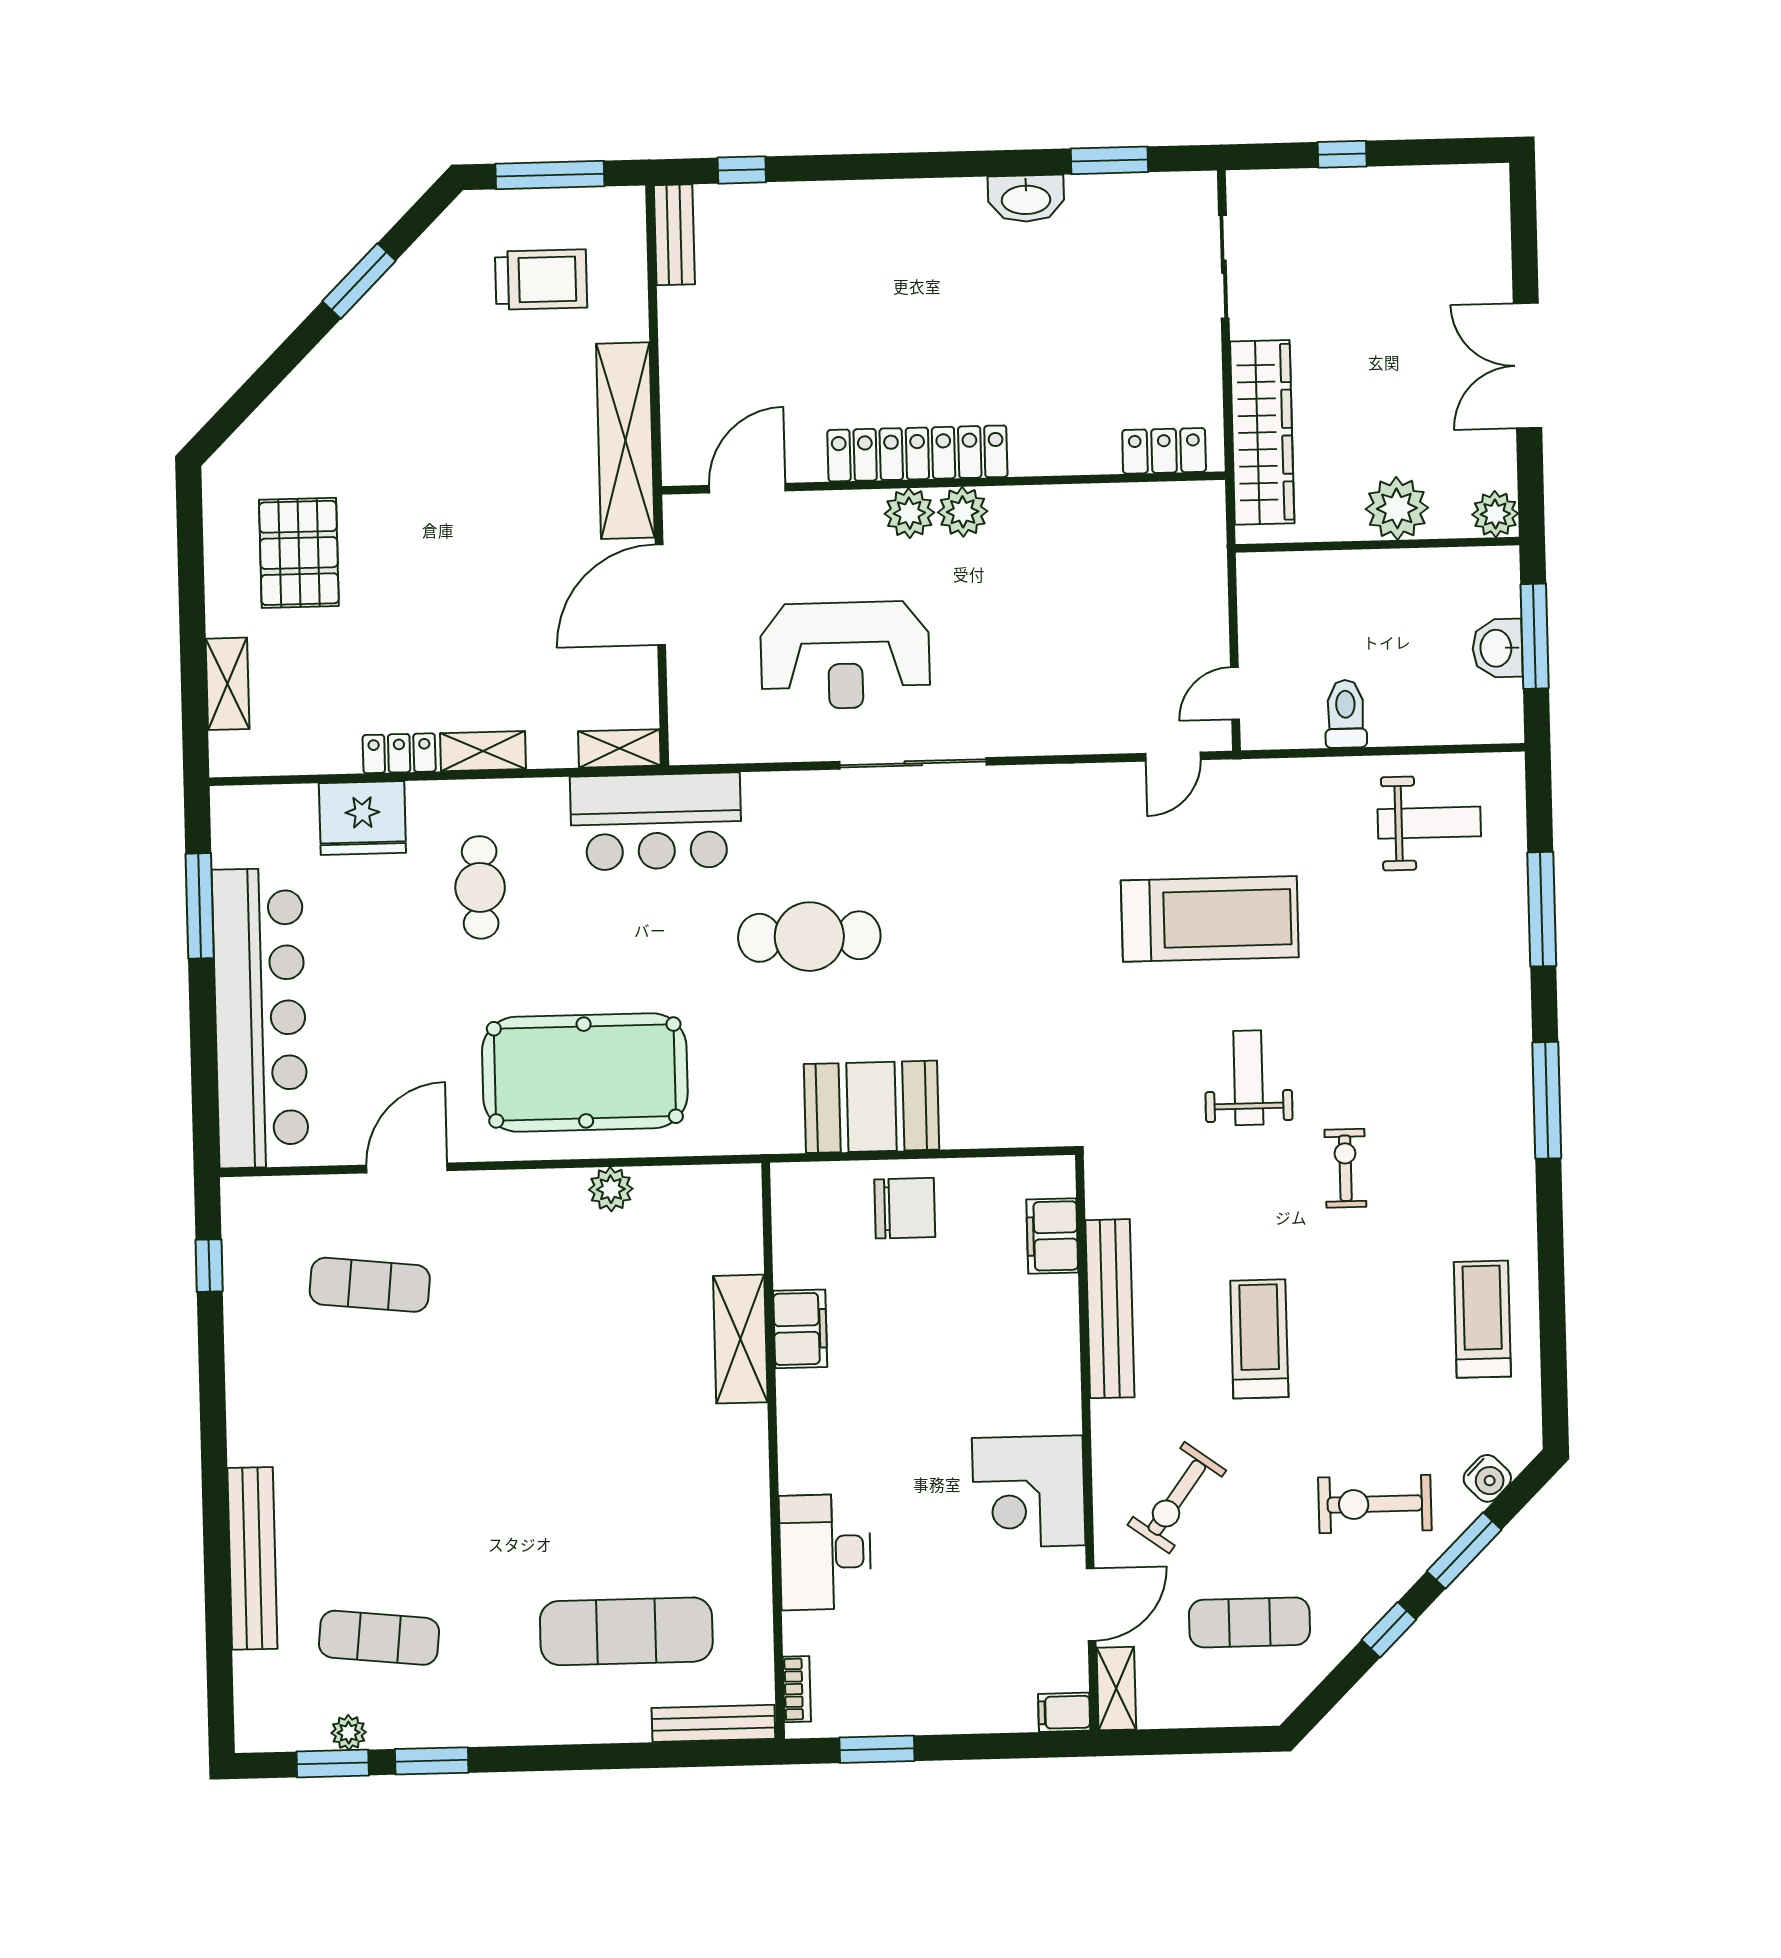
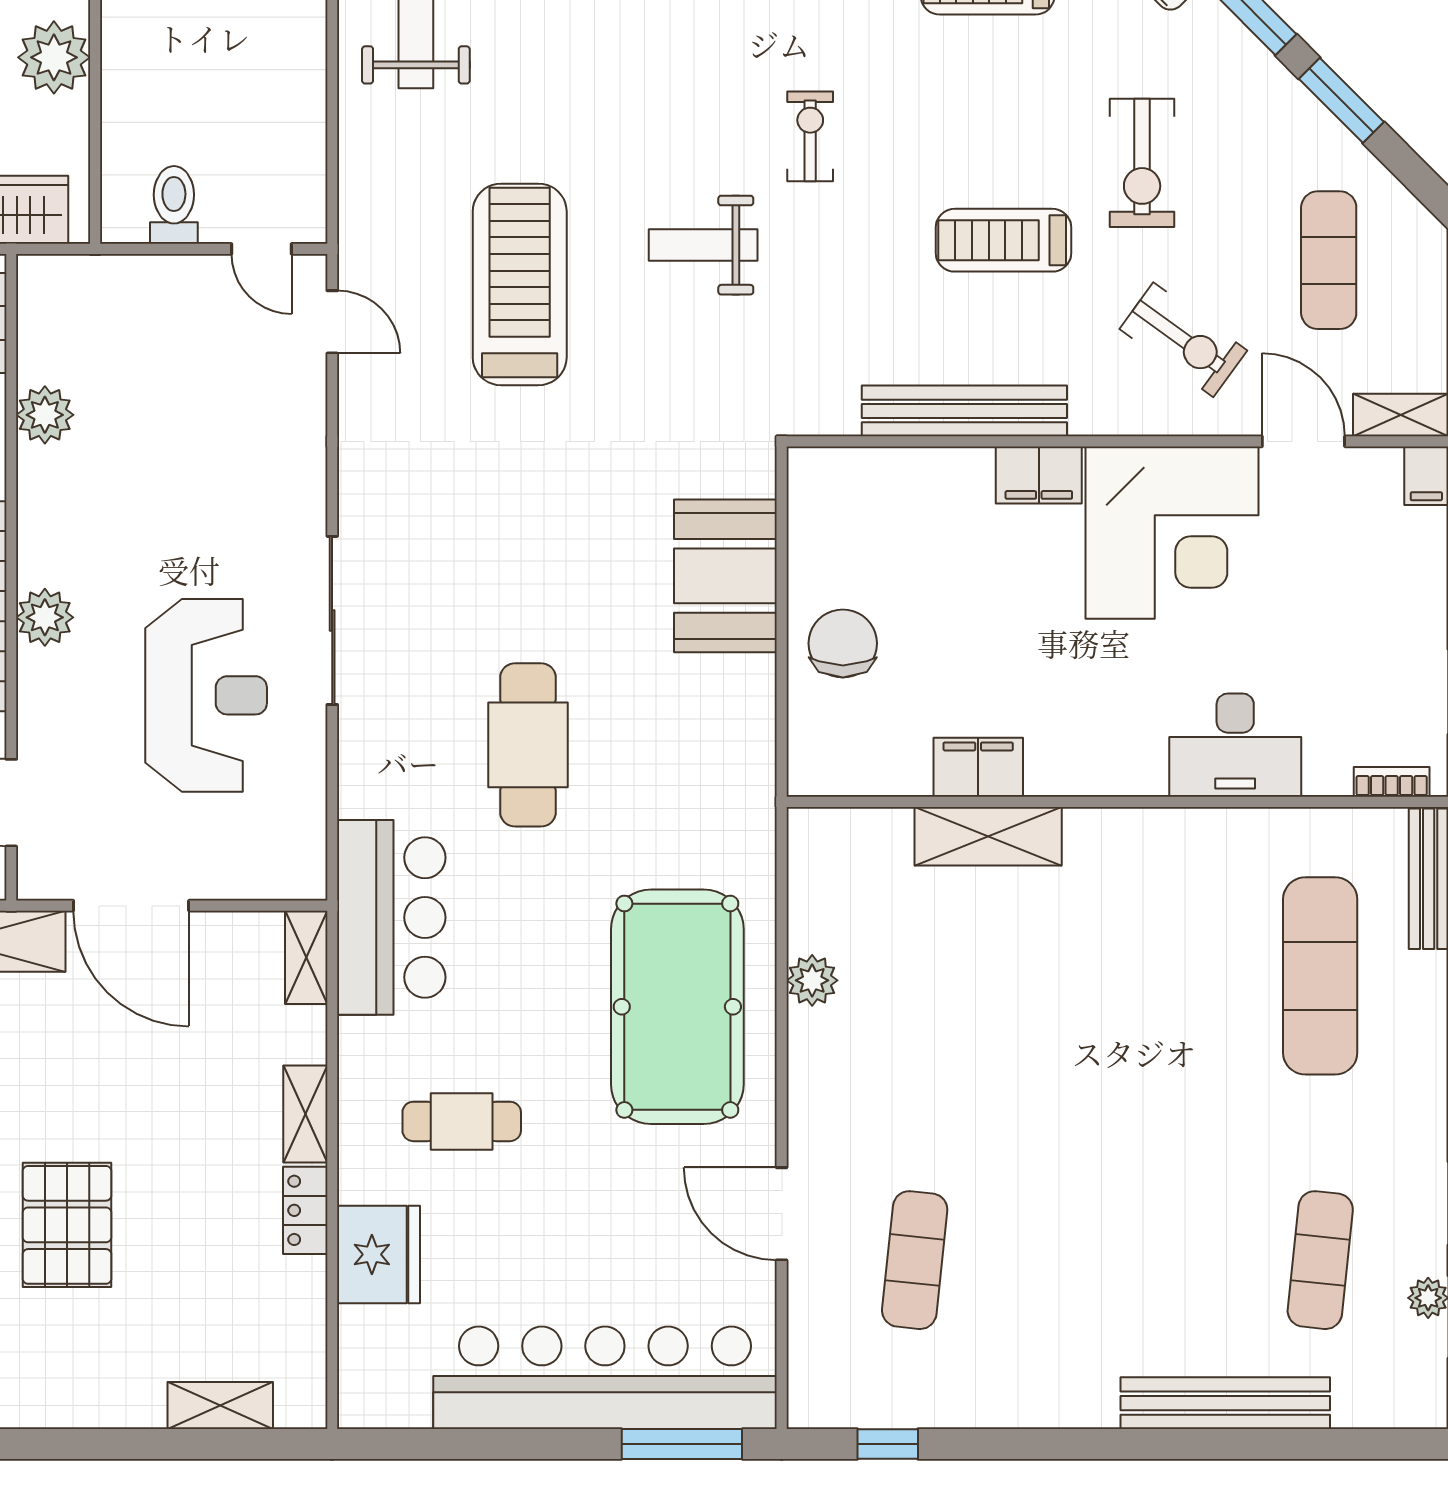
plant: (963, 512) -> (45, 415), moved
pallet: (299, 553) -> (67, 1225), moved, turned 90
toilet: (1346, 714) -> (174, 205), moved, turned 90
window: (200, 906) -> (682, 1444), moved
booth: (871, 1107) -> (725, 576), moved
exercise bike: (1345, 1168) -> (810, 136), turned 90
filing cabinet: (1052, 1236) -> (1039, 475), moved
corner desk: (1029, 1492) -> (1172, 533), width x1.36, depth x1.36
exercise bike: (1375, 1504) -> (1142, 163), moved
window: (1389, 1630) -> (1341, 100), width x1.50

